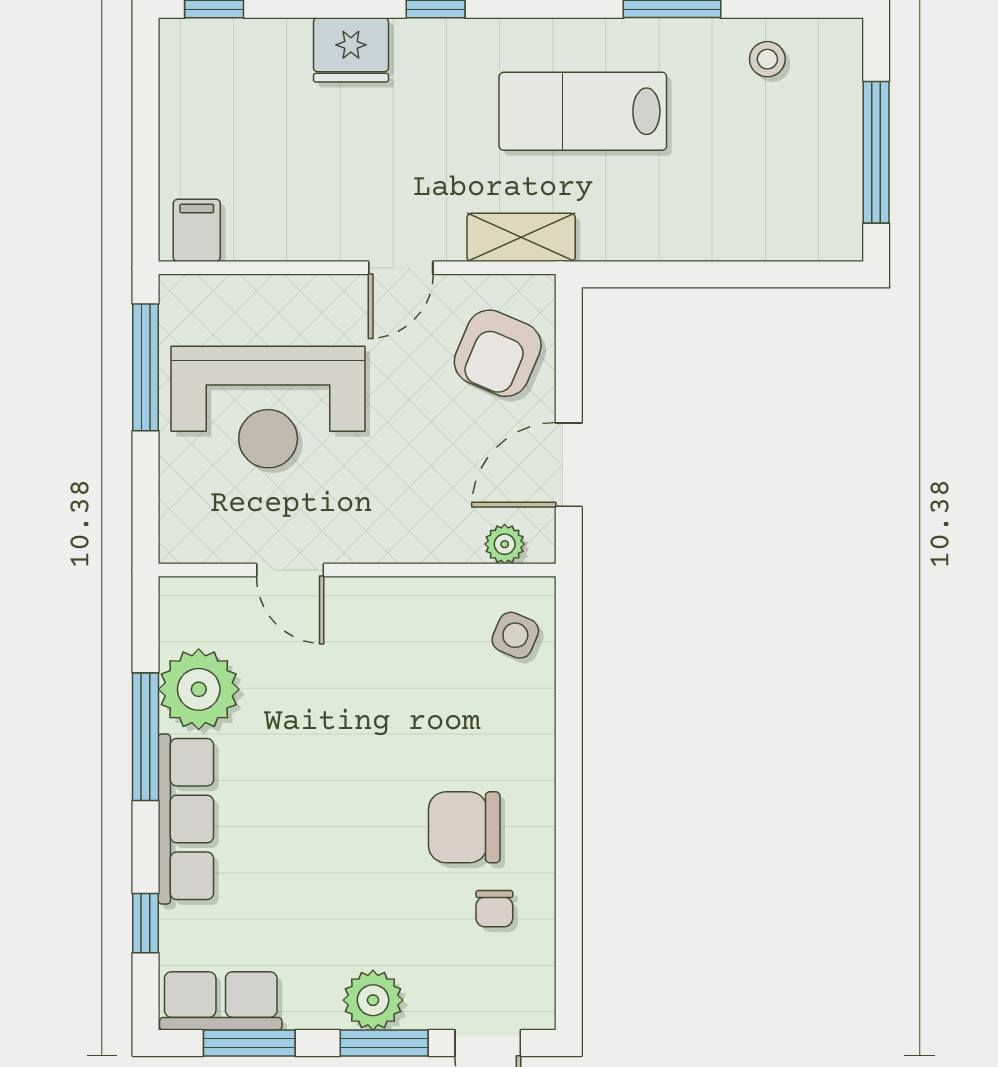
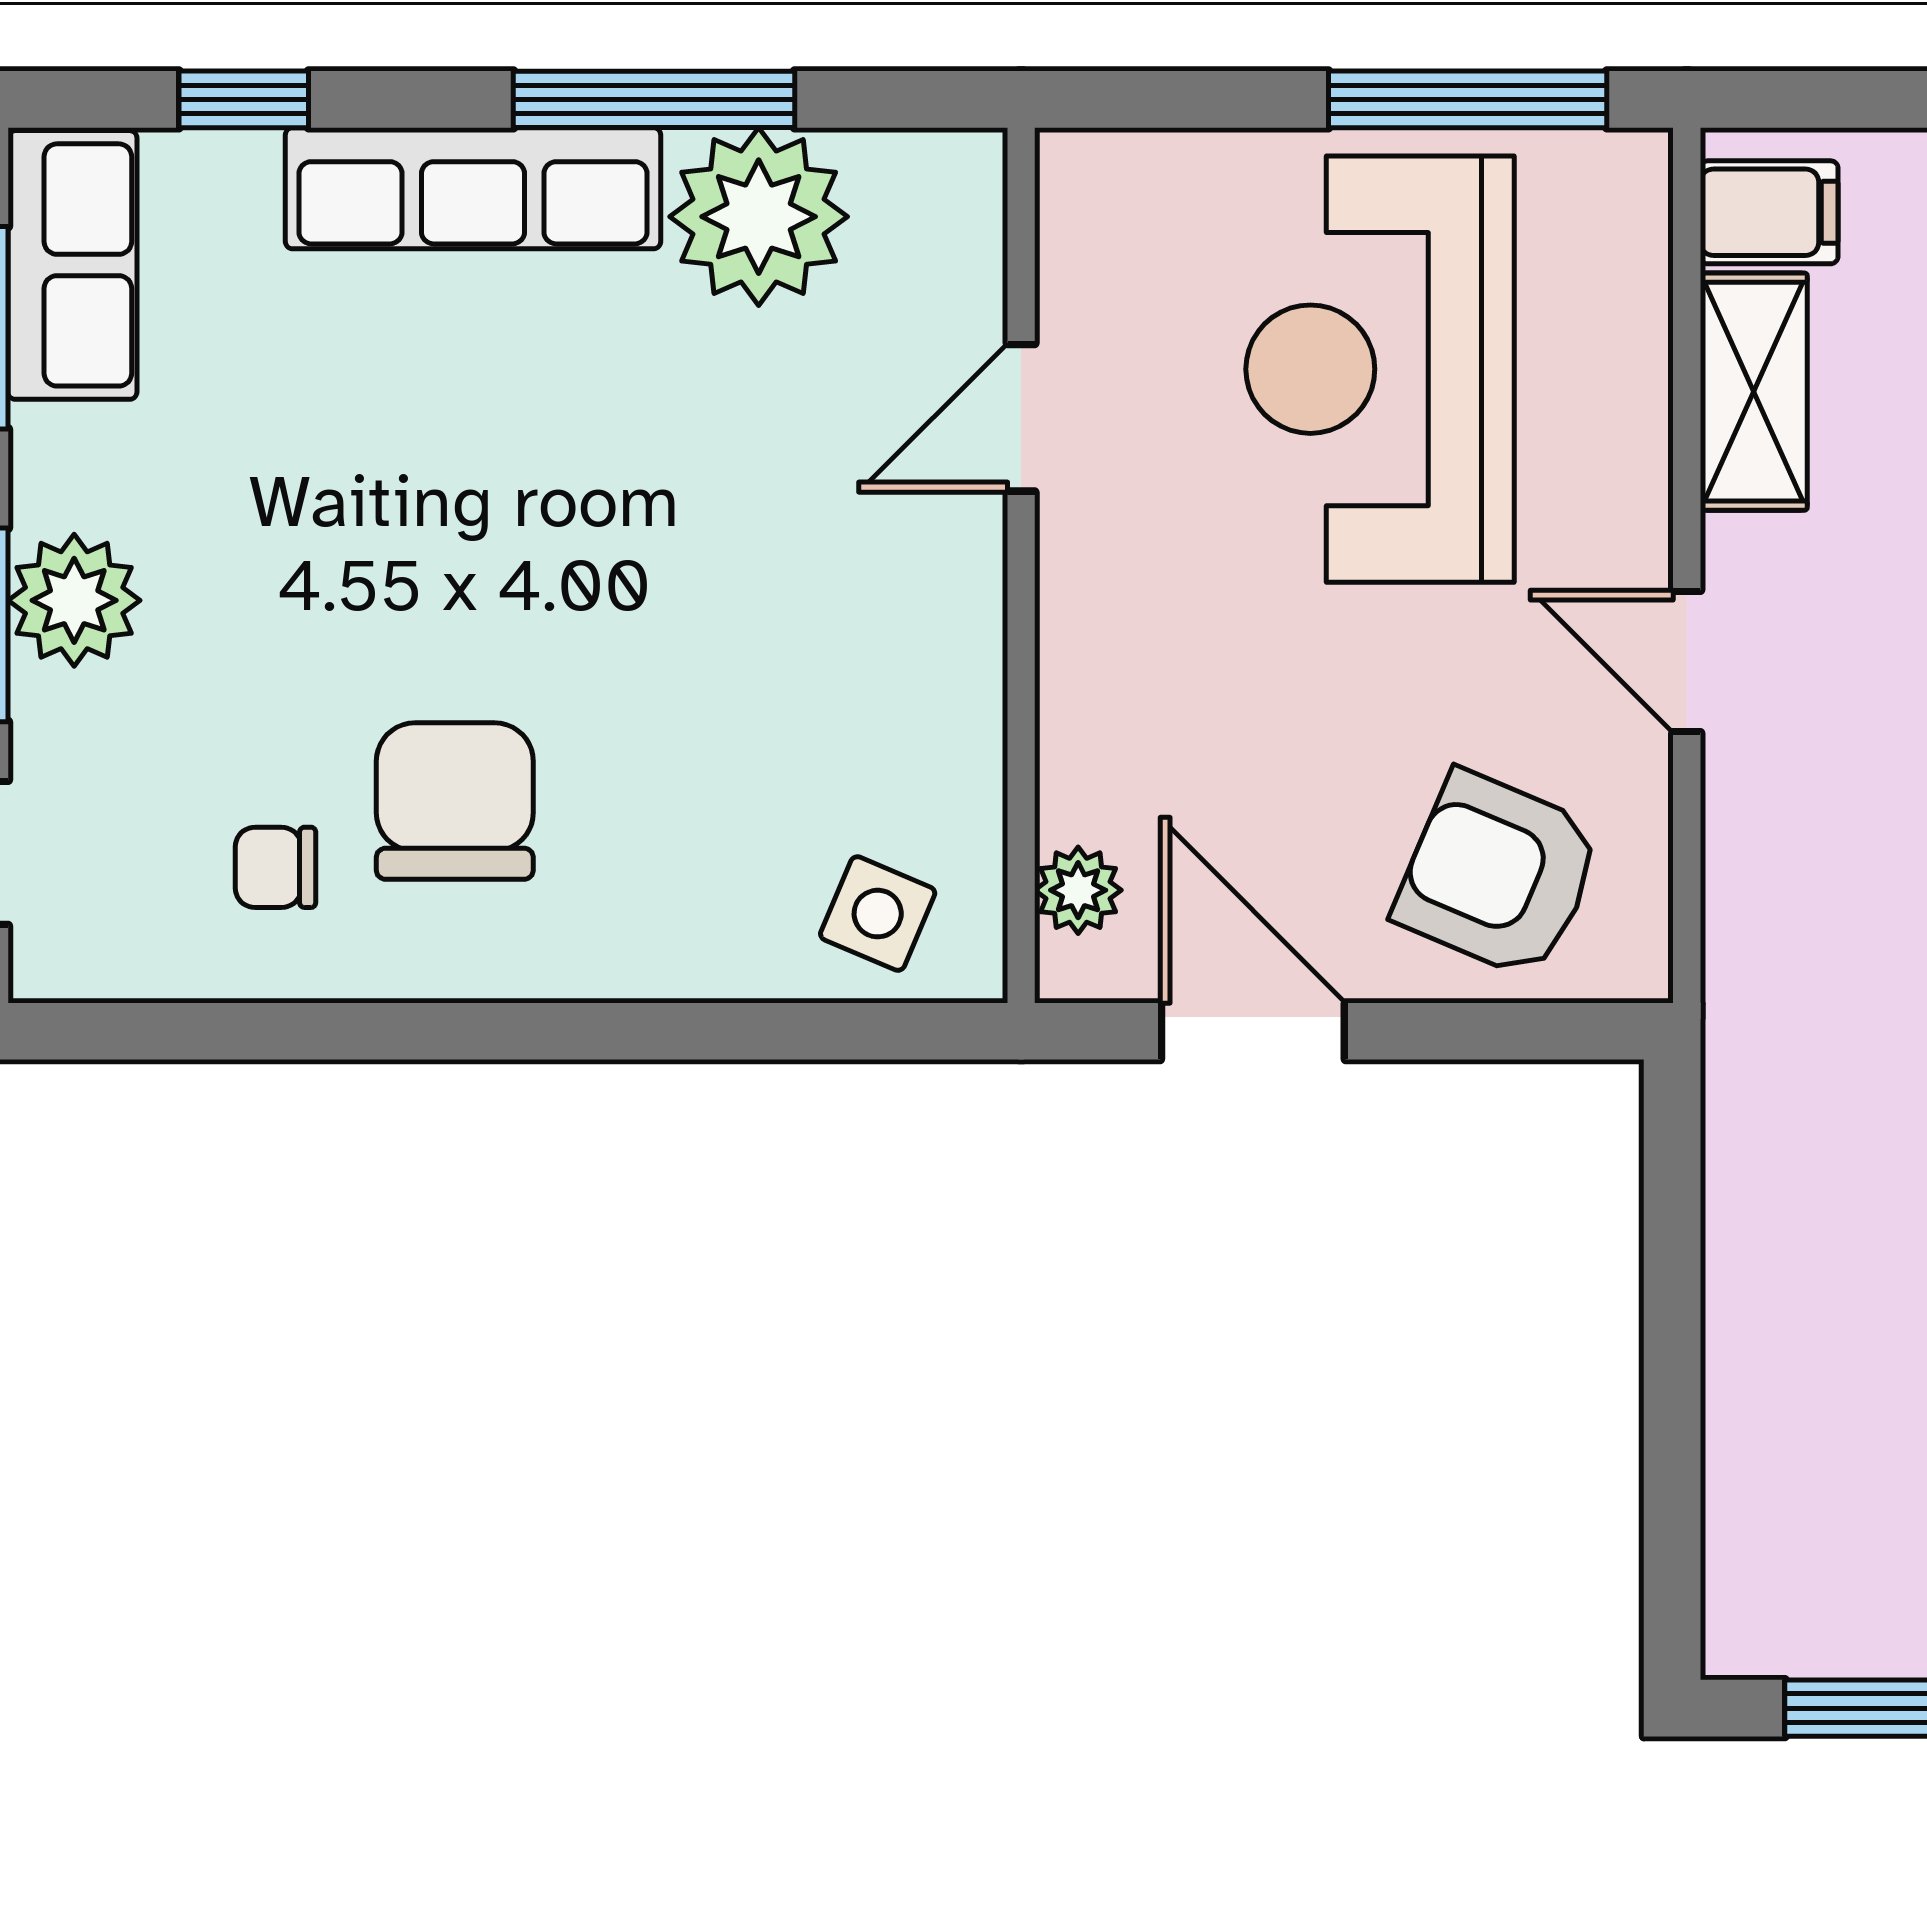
shelving: (521, 237) -> (1754, 392), moved

